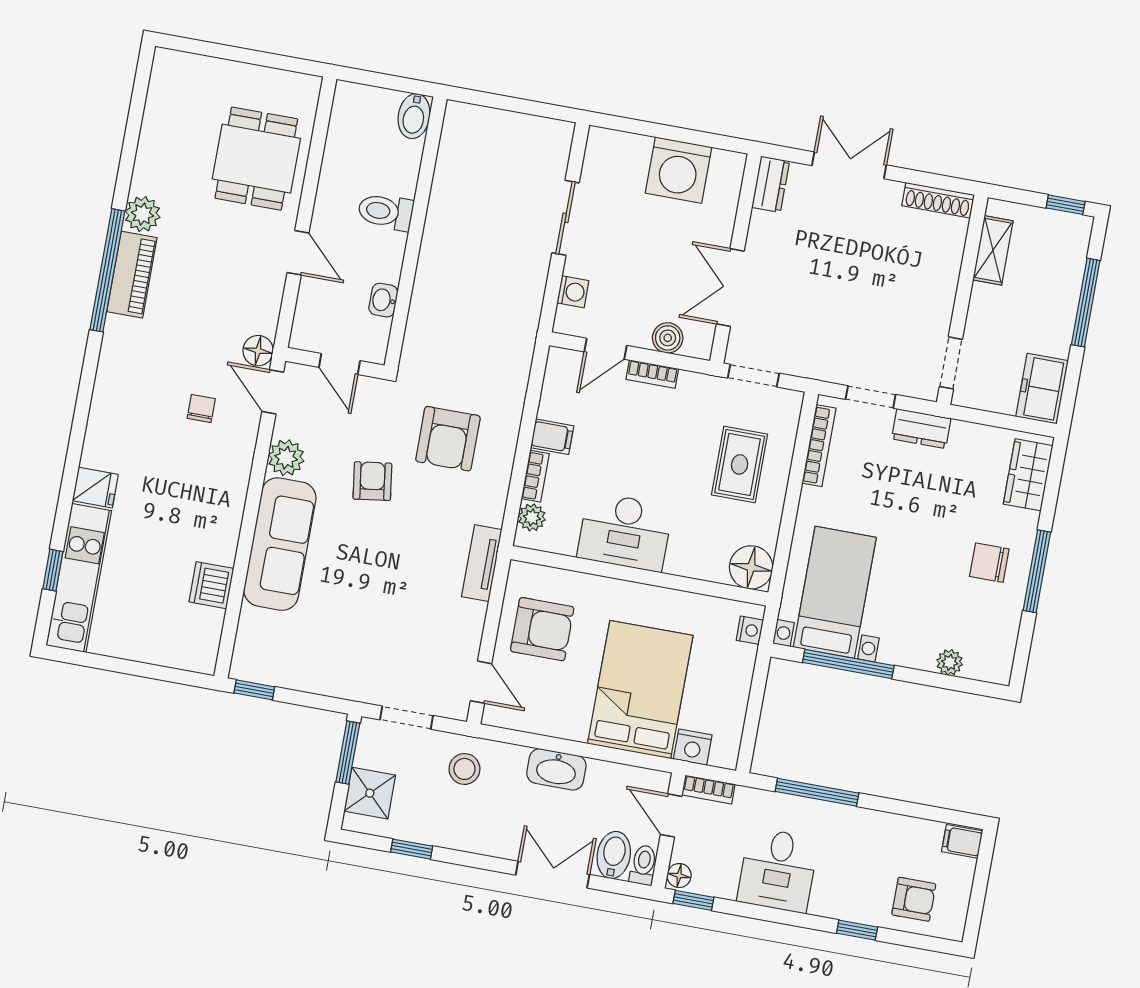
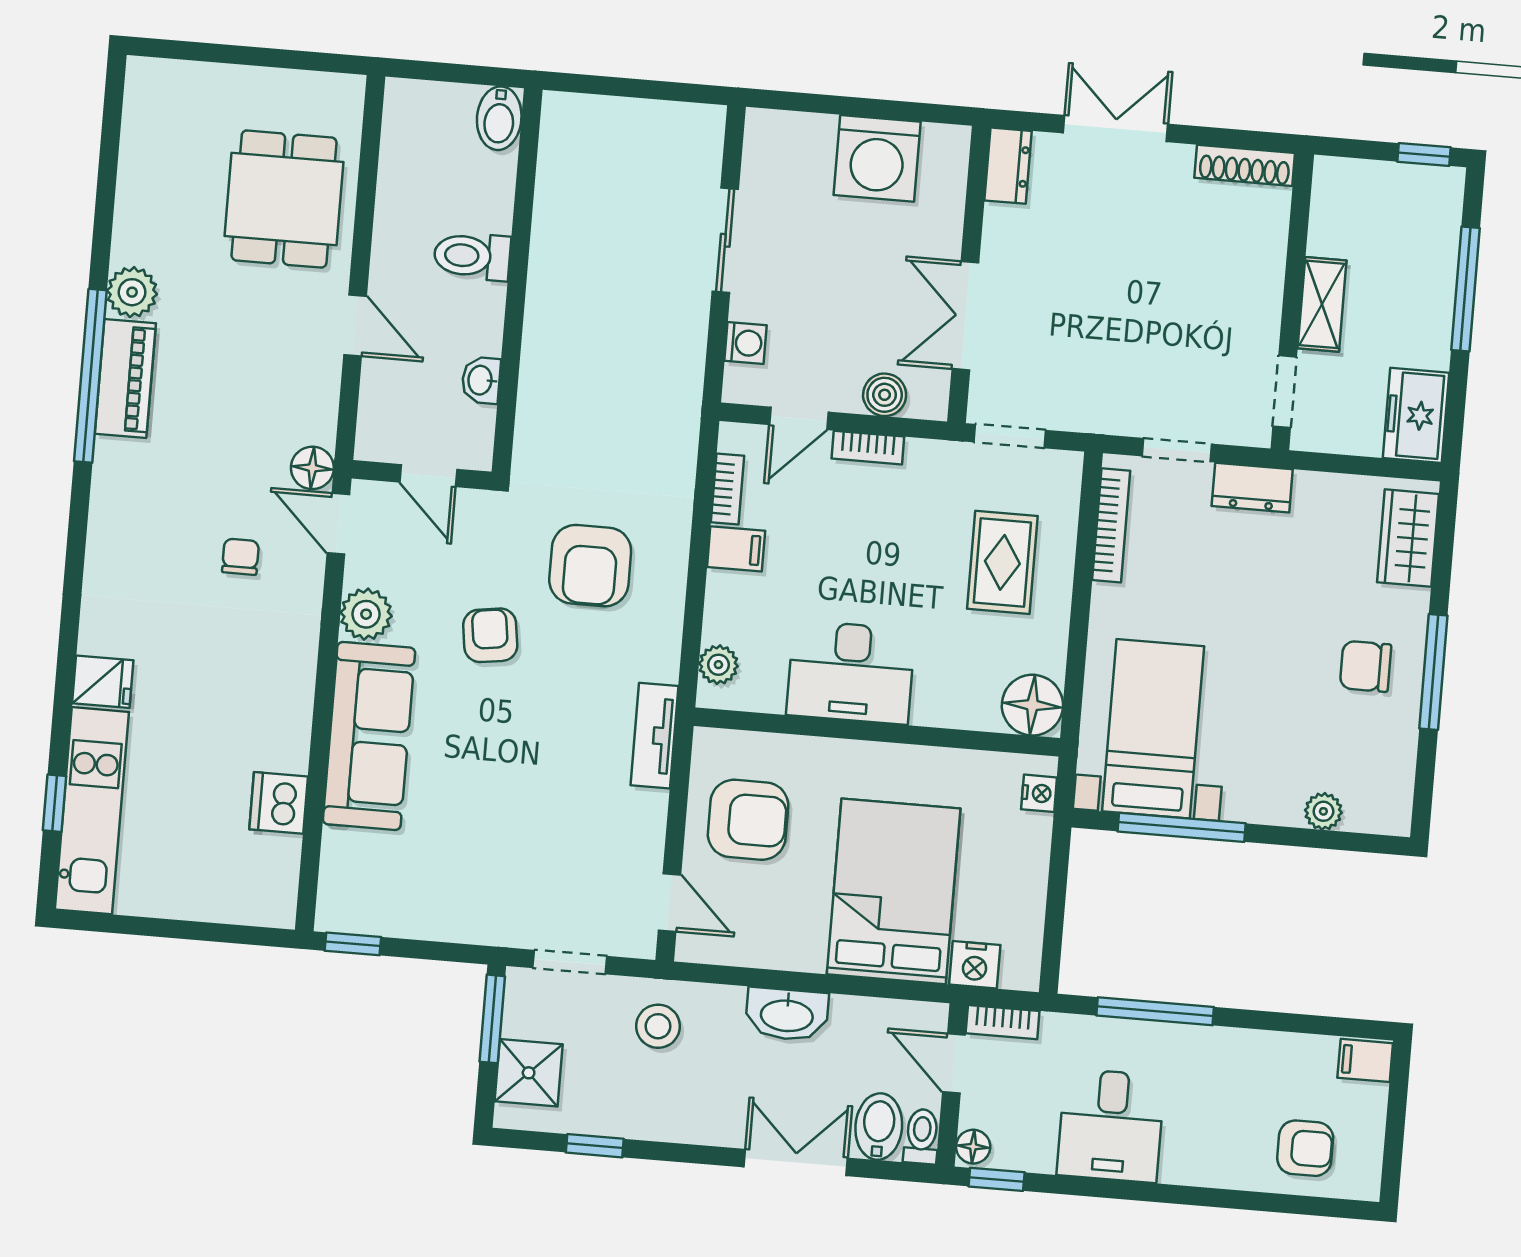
shelving: (993, 250) -> (1322, 304), moved
bookcase: (535, 476) -> (728, 489), moved
window: (857, 930) -> (1230, 1199), removed

